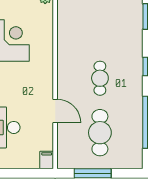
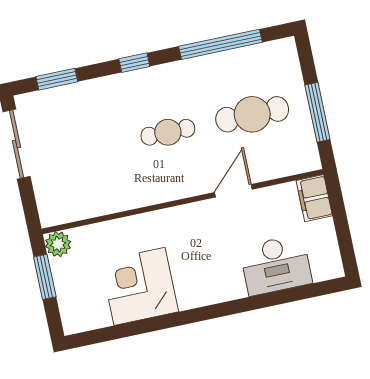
filing cabinet: (47, 160) -> (314, 198), width x2.00

